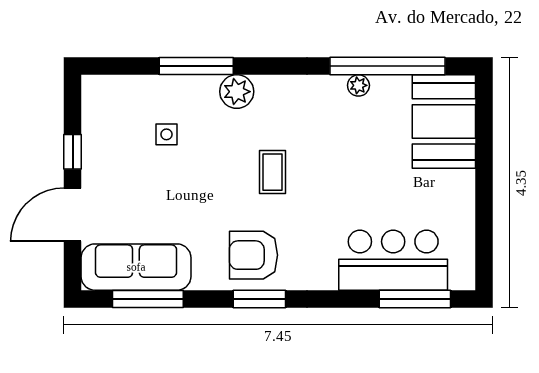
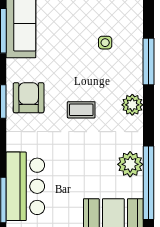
plant: (358, 85) -> (130, 164), width x1.87, depth x1.87
plant: (237, 92) -> (132, 105), moved

